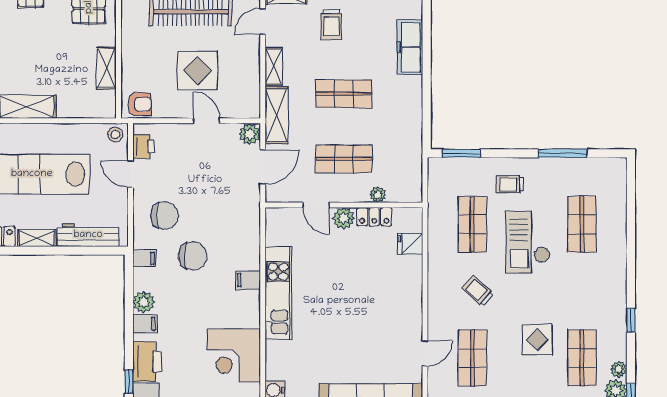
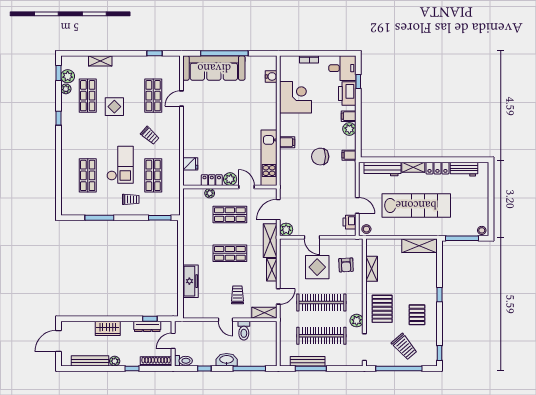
armchair: (139, 104) -> (346, 265), moved, turned -93
chair: (165, 215) -> (337, 181), removed
kitchen unit: (278, 293) -> (269, 158), moved

